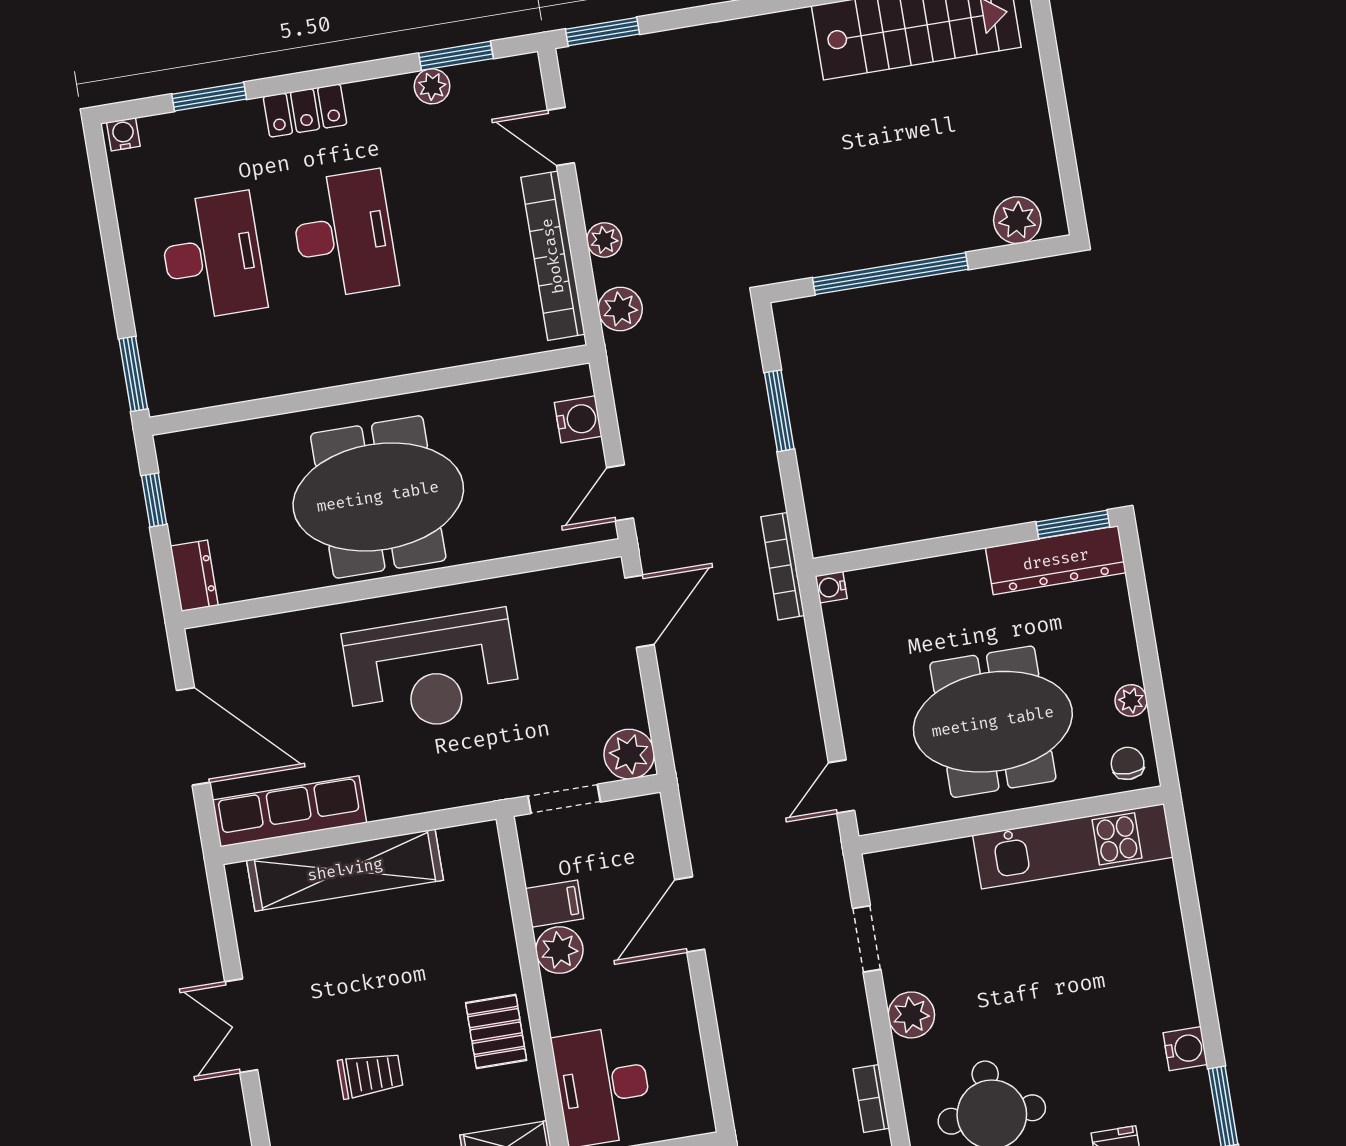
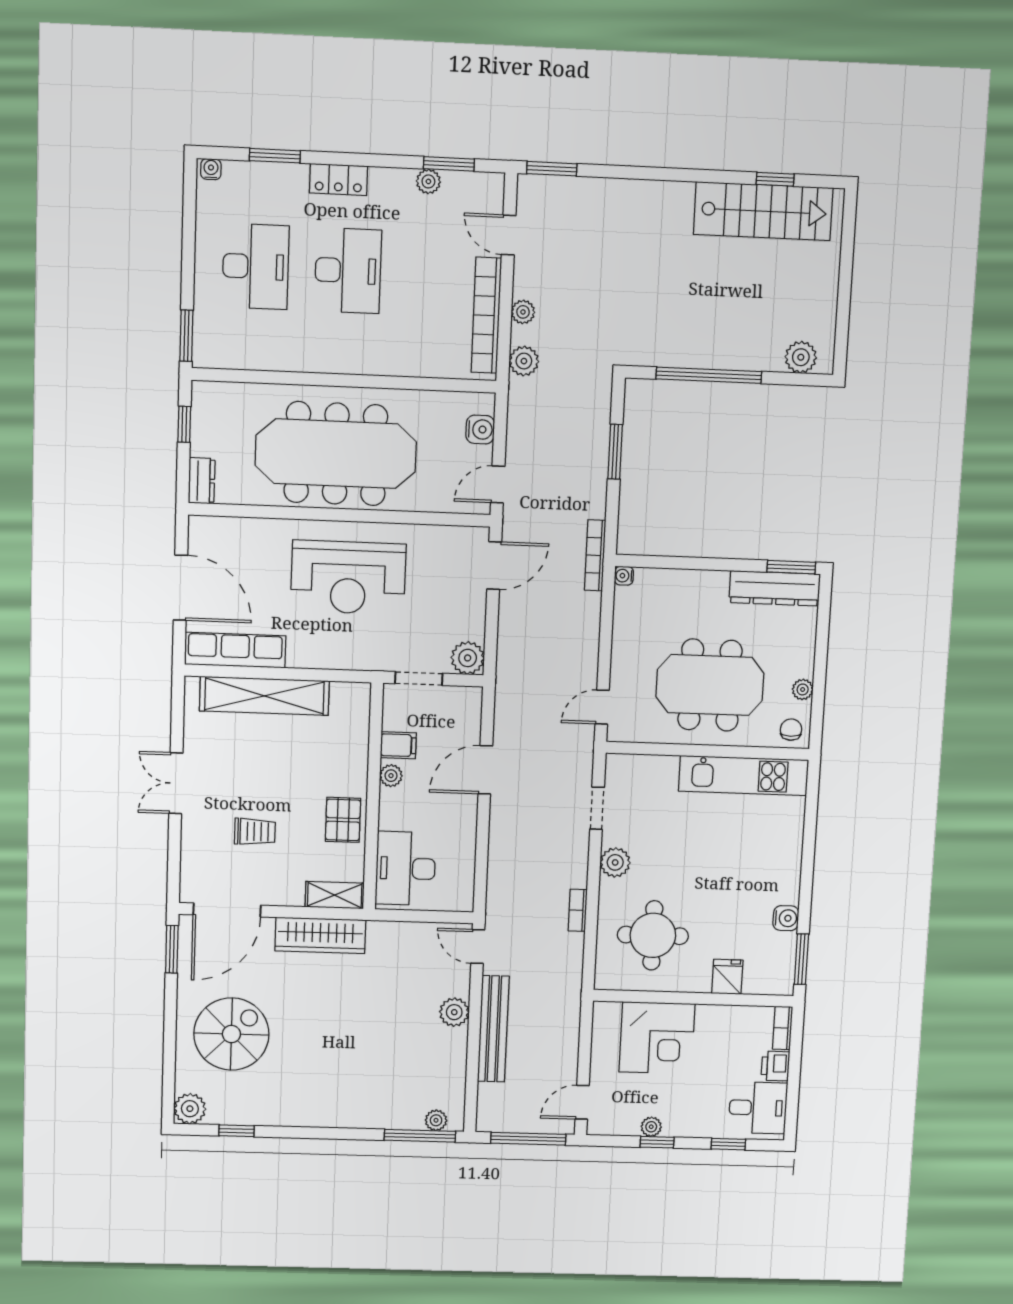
meeting table: (378, 497) -> (336, 454), width x1.36
plant: (559, 950) -> (391, 776), width x0.73, depth x0.73

